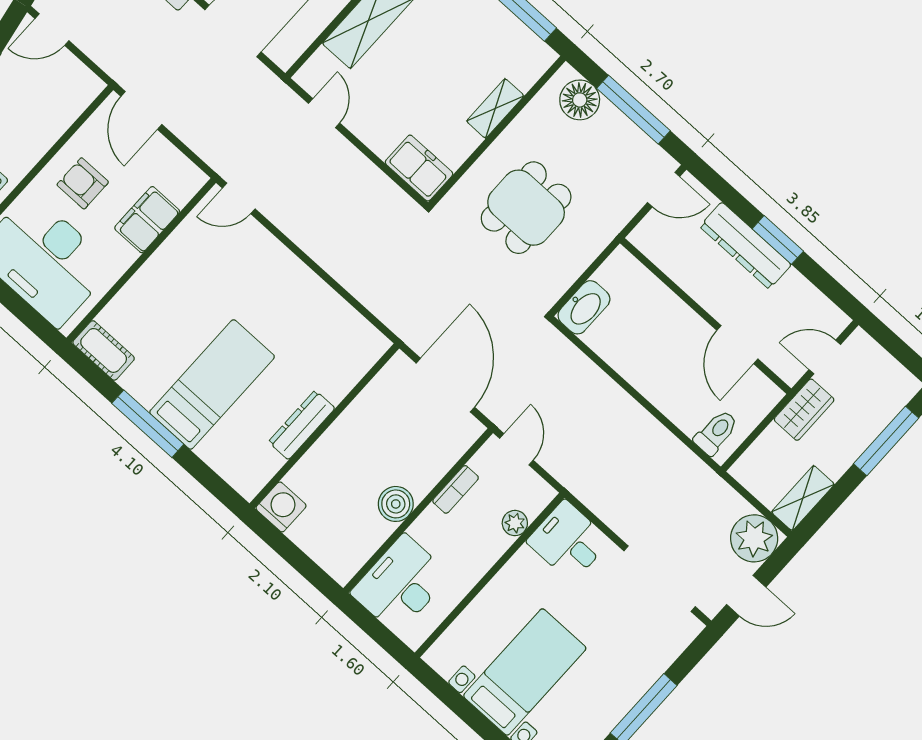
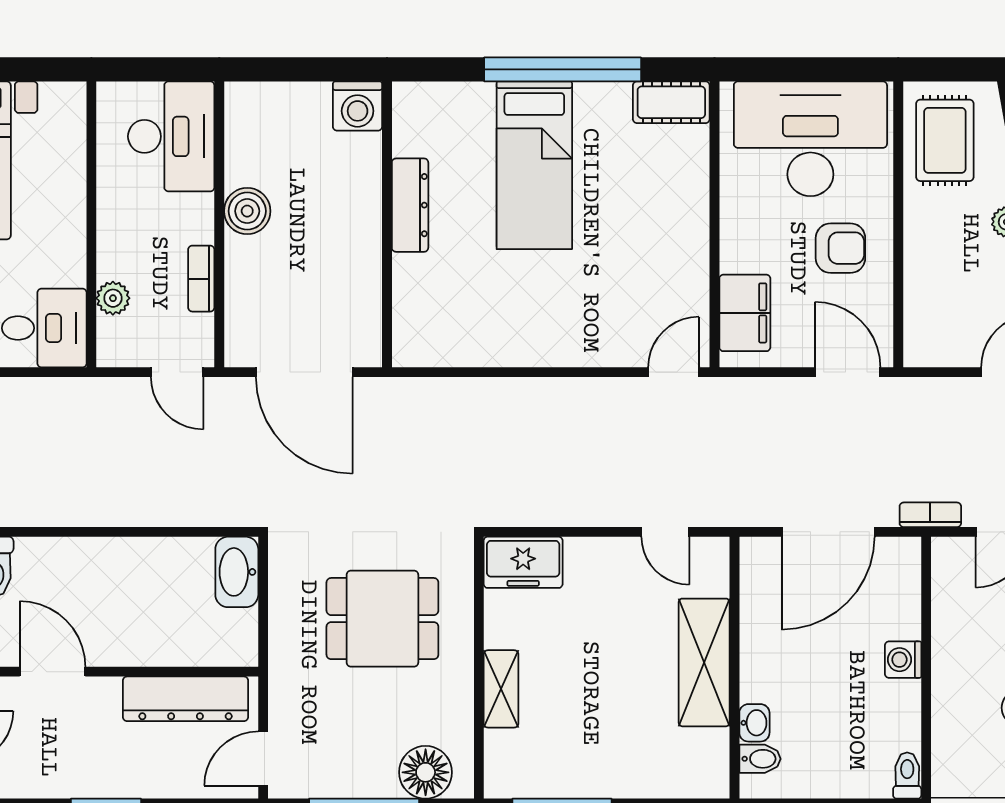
dining table: (526, 208) -> (382, 619), turned 90
filing cabinet: (147, 220) -> (745, 313), moved
dresser: (745, 246) -> (186, 699), moved, turned 180
window: (148, 424) -> (563, 69), width x1.46

